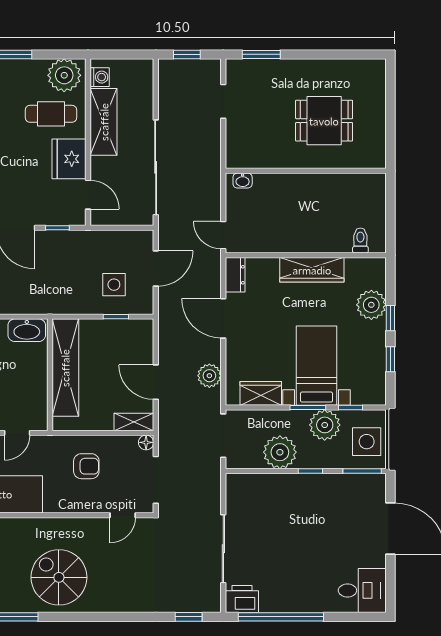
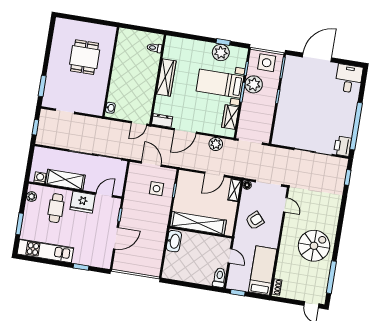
plant: (64, 75) -> (32, 197), width x0.53, depth x0.53
plant: (371, 305) -> (221, 52), moved
window: (390, 318) -> (200, 38), removed
plant: (280, 452) -> (265, 112), removed
armchair: (86, 466) -> (255, 220), turned 48
spiral stairs: (59, 577) -> (314, 246), turned 180

